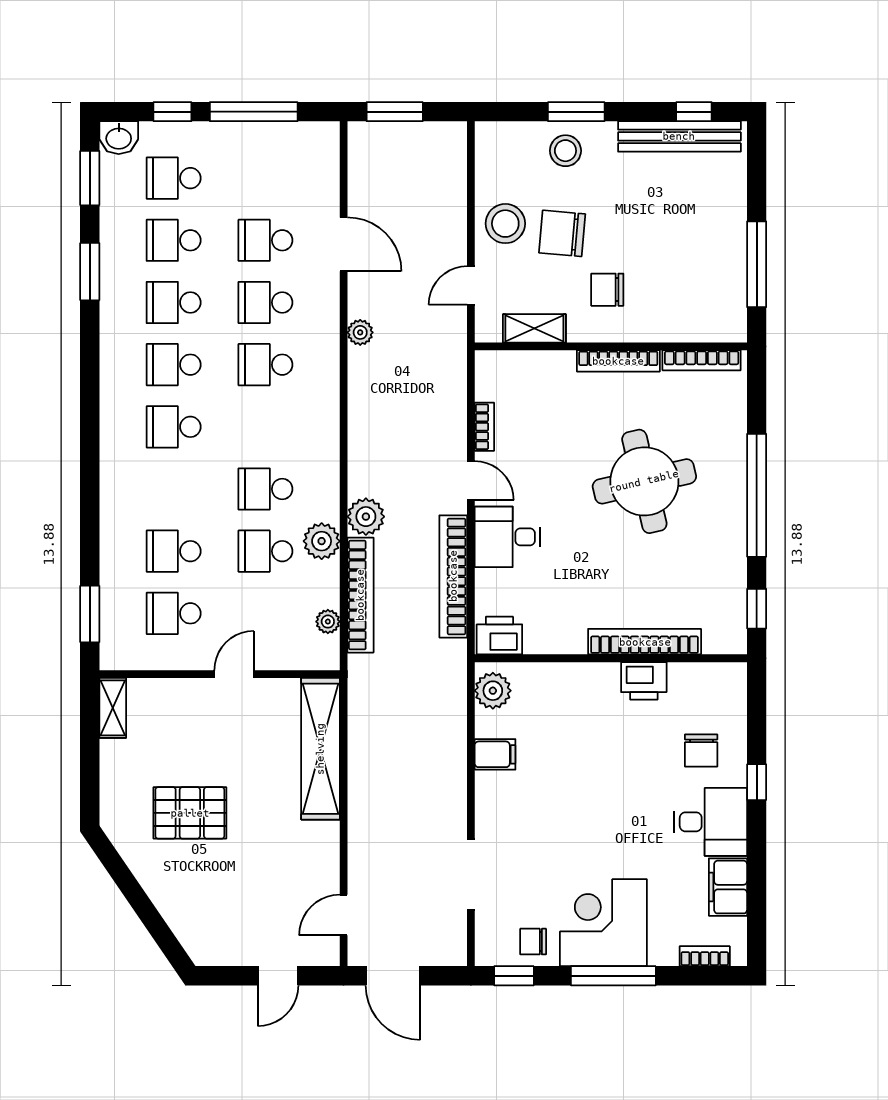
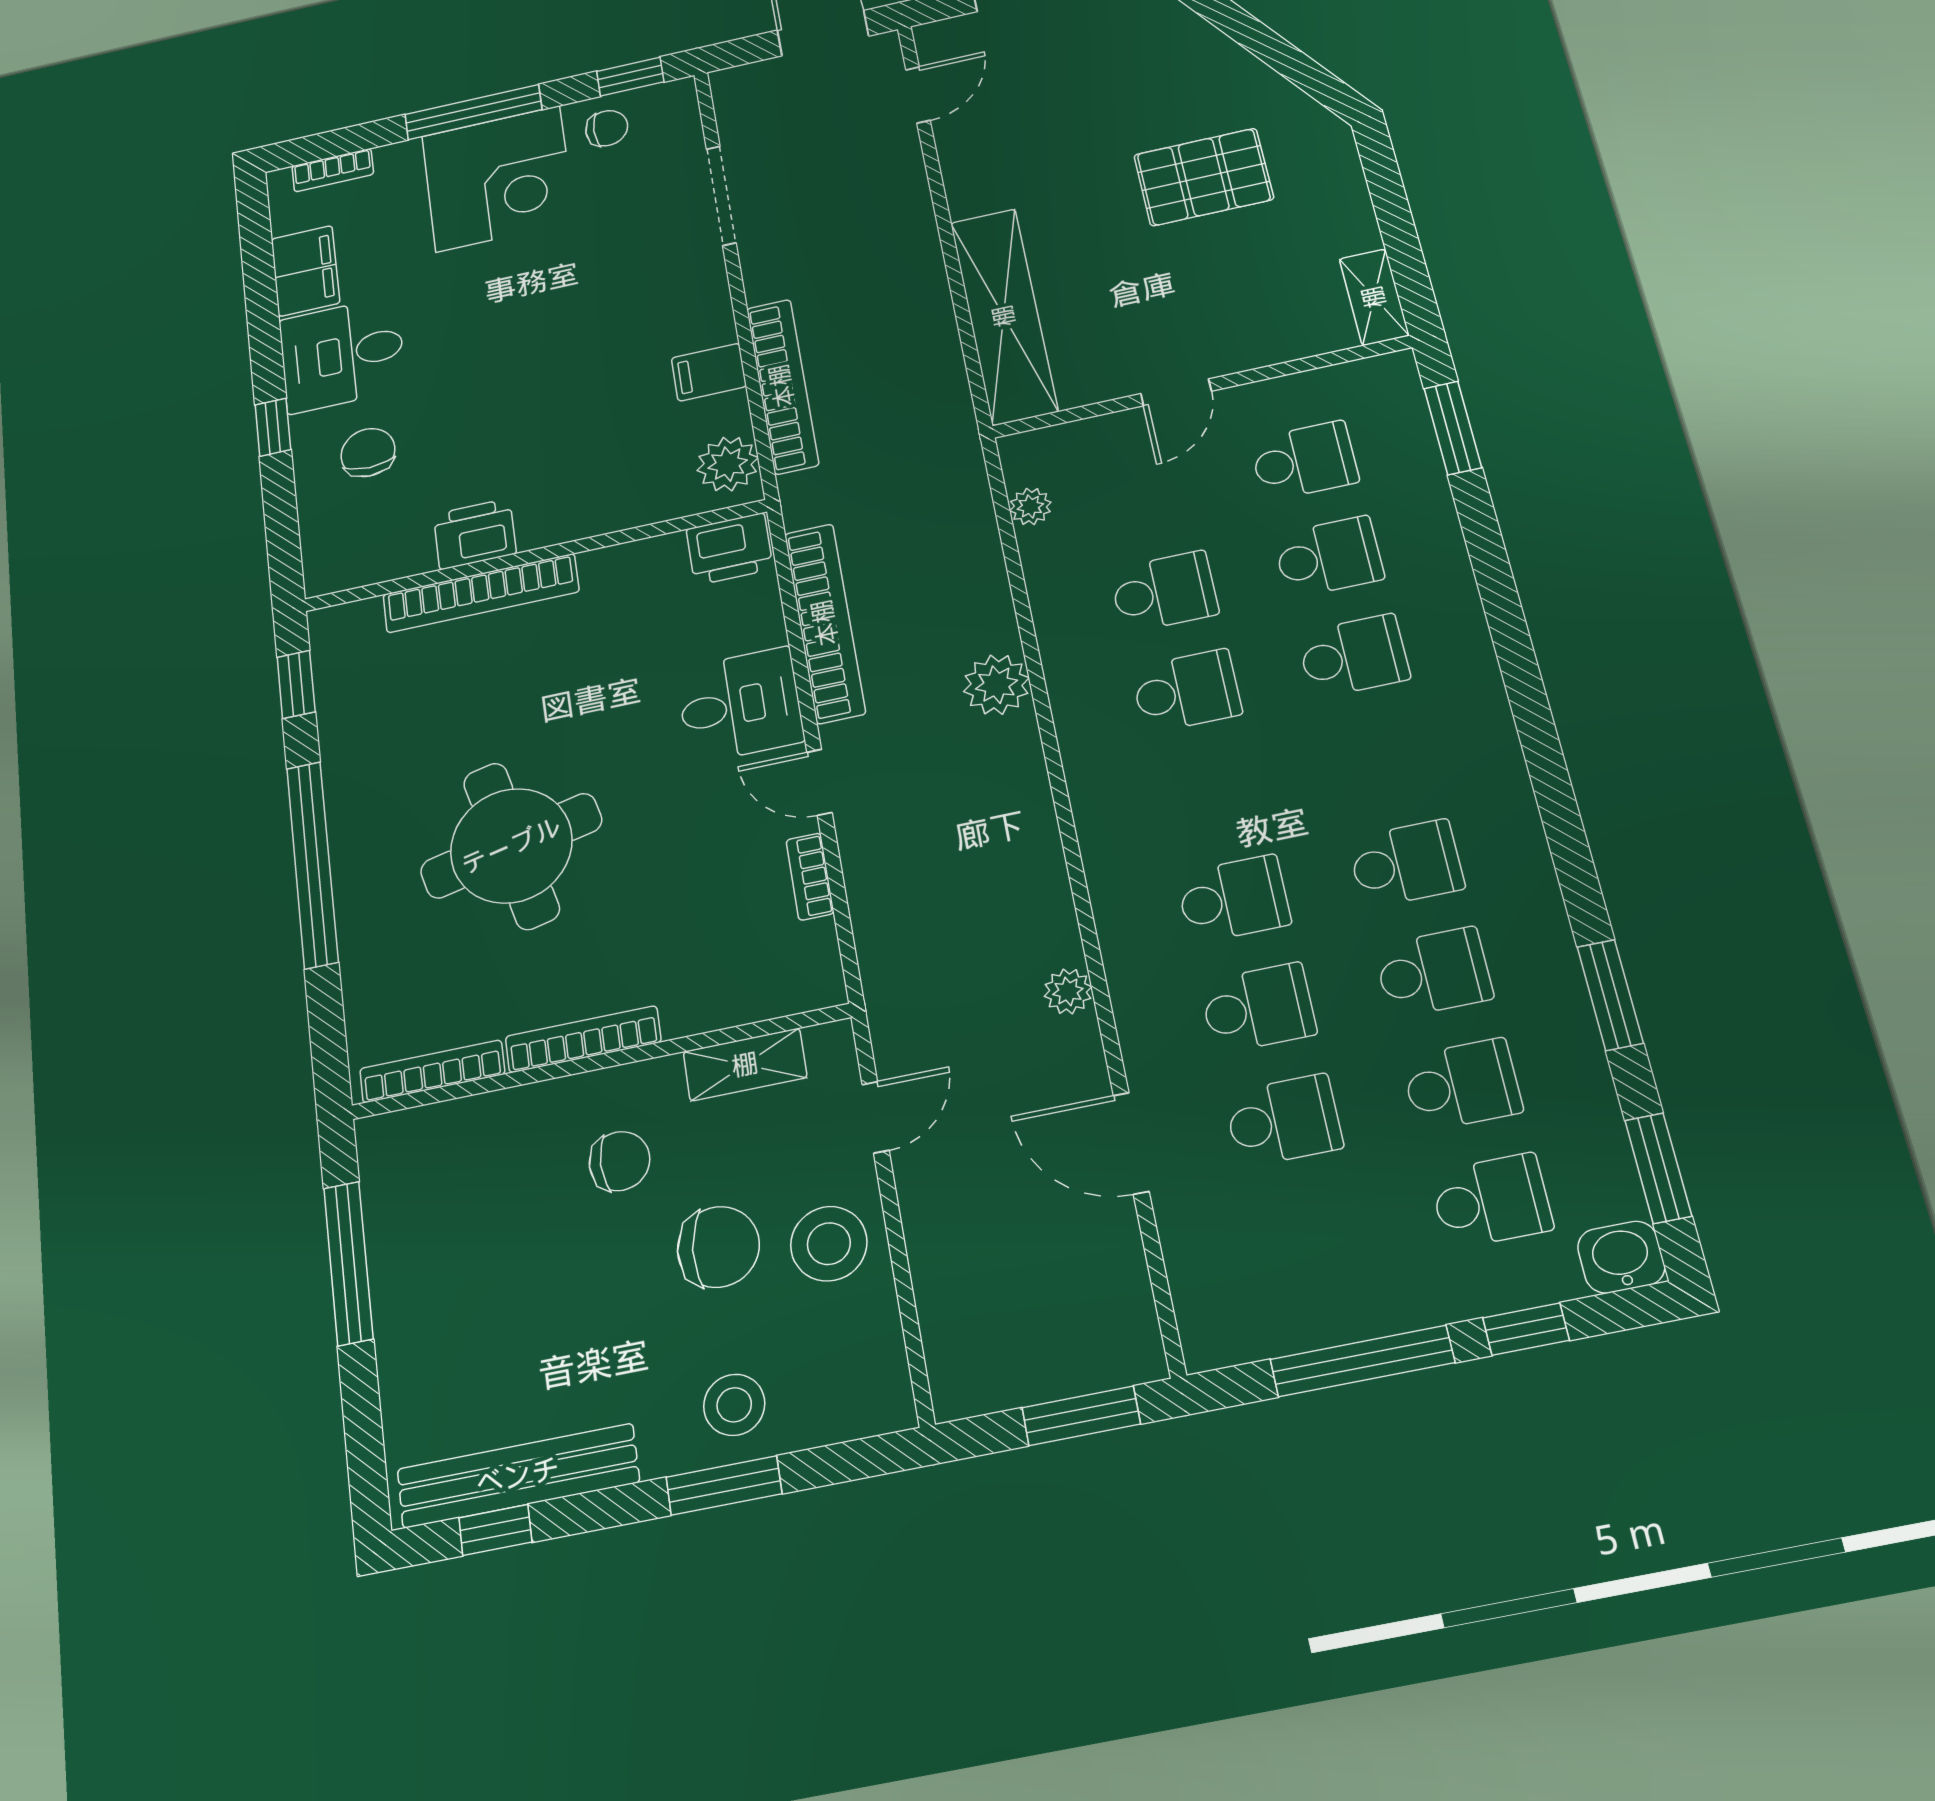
school desk: (174, 427) -> (1353, 656), moved
plant: (322, 541) -> (1067, 629), removed
bookcase: (360, 595) -> (782, 386), moved, turned 180

